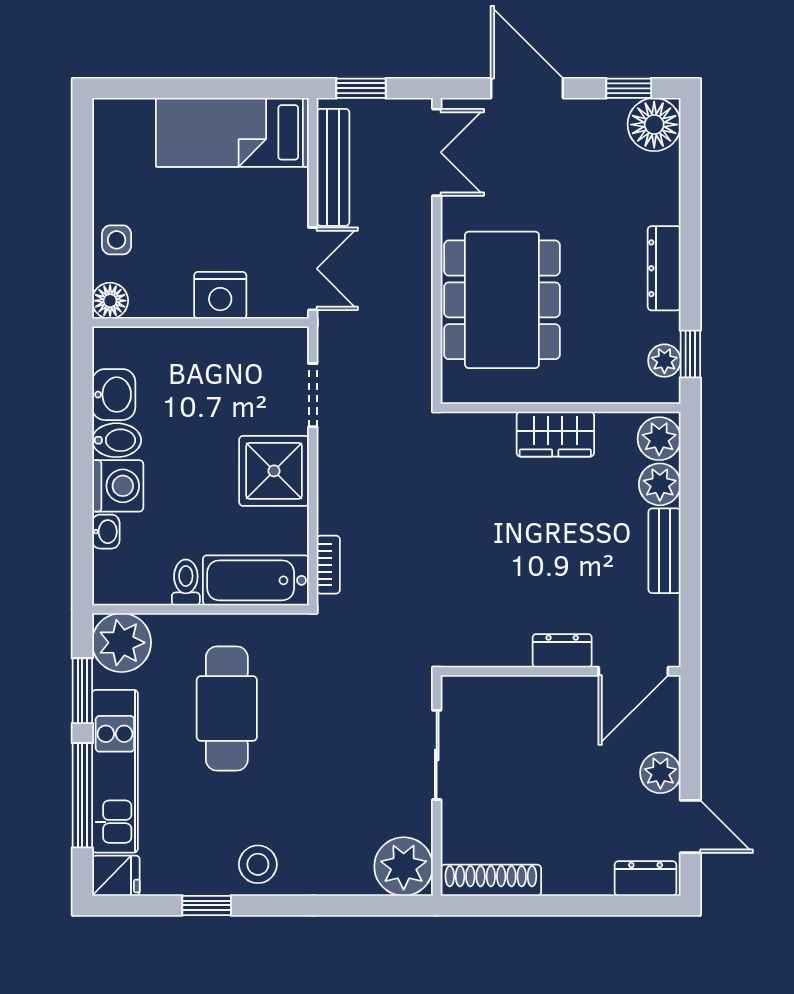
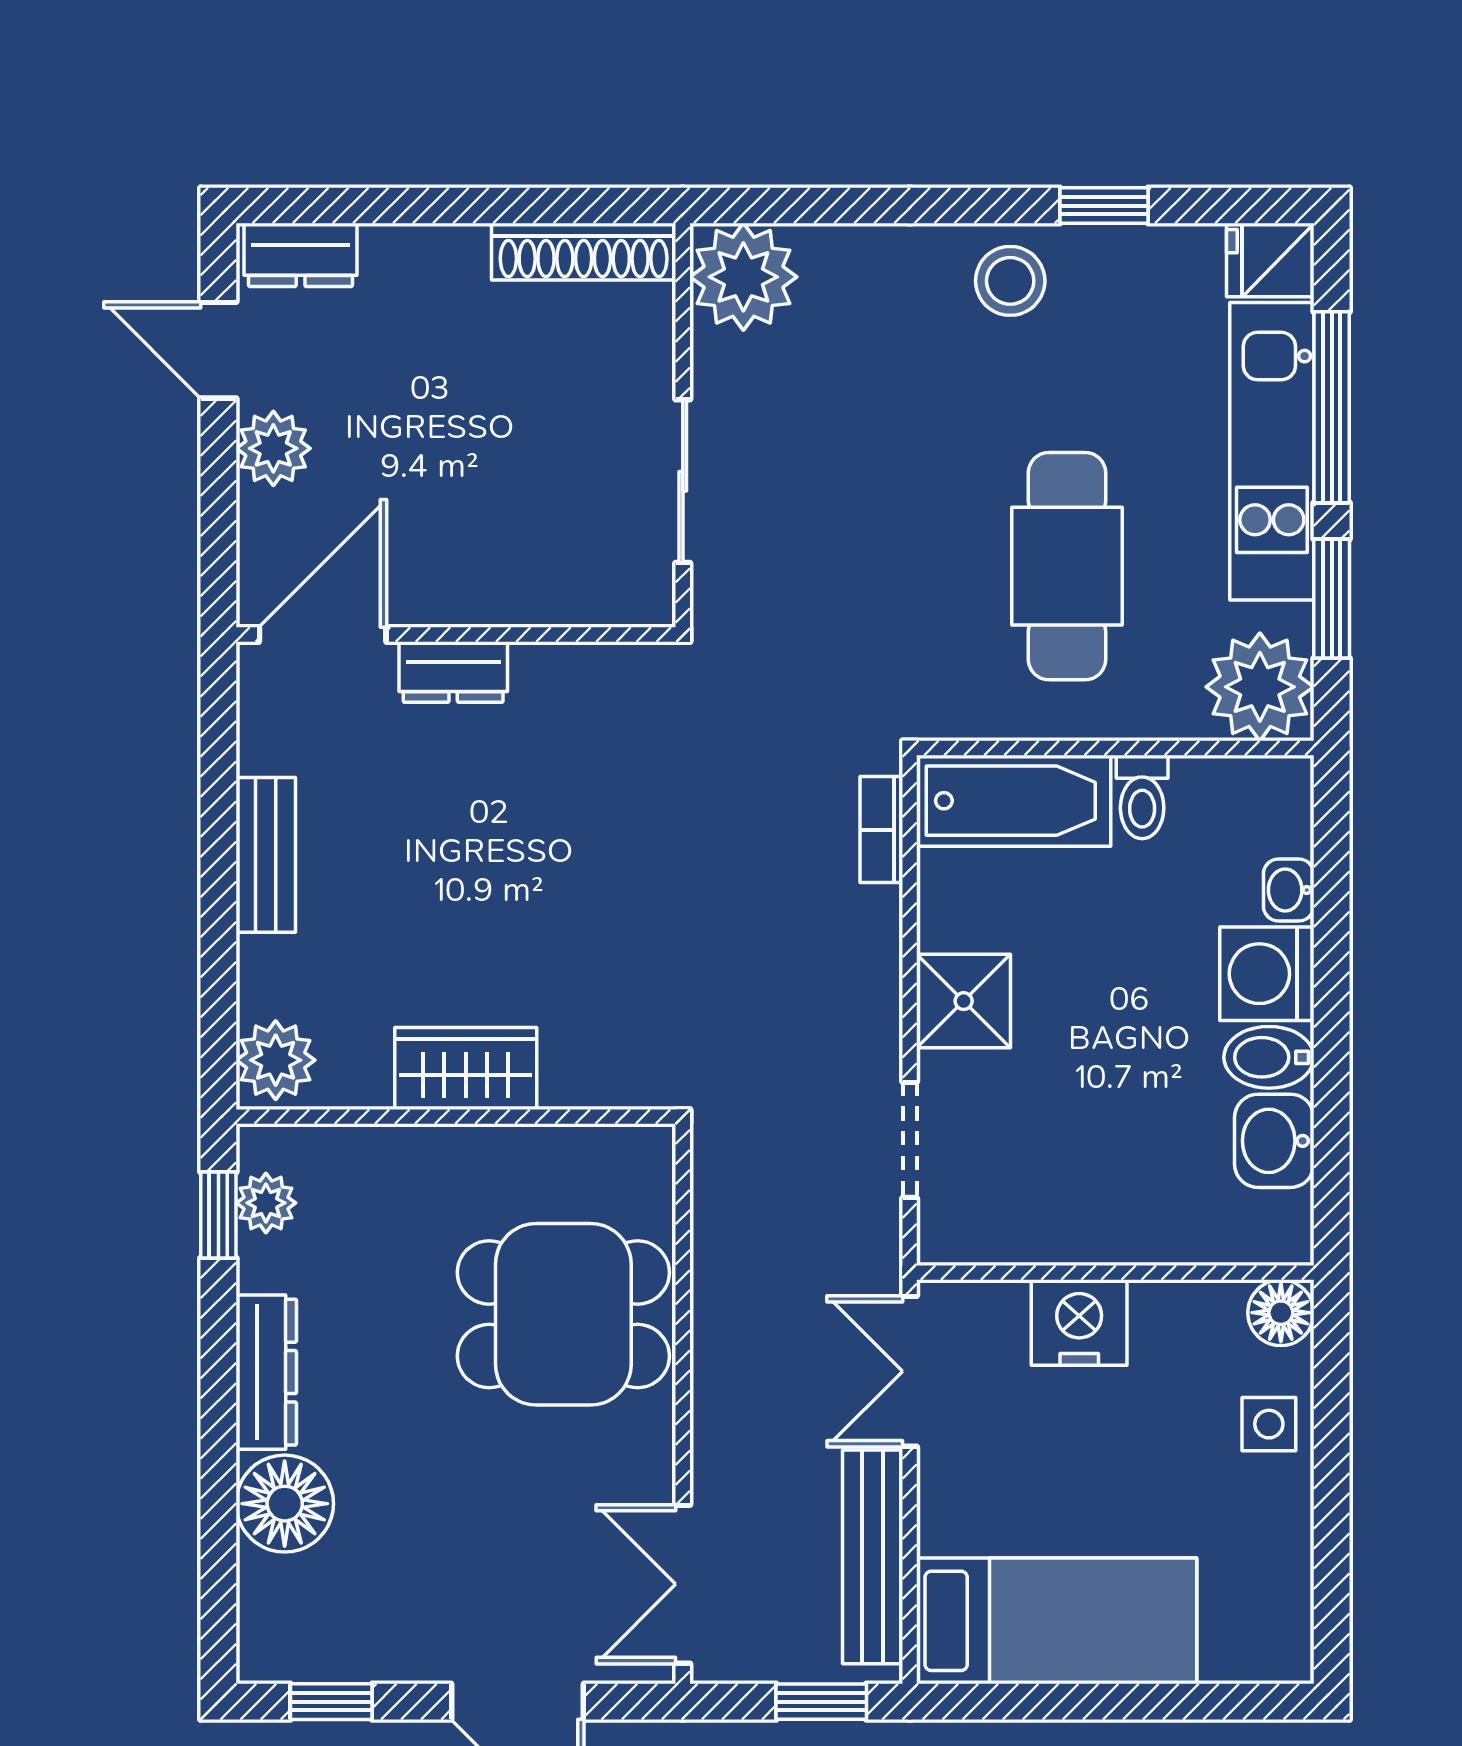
floor lamp: (654, 125) -> (285, 1504), moved
dining table: (502, 300) -> (563, 1314), width x0.73
shower: (274, 471) -> (964, 1001), width x0.73, depth x0.73
plant: (660, 484) -> (274, 977), removed

